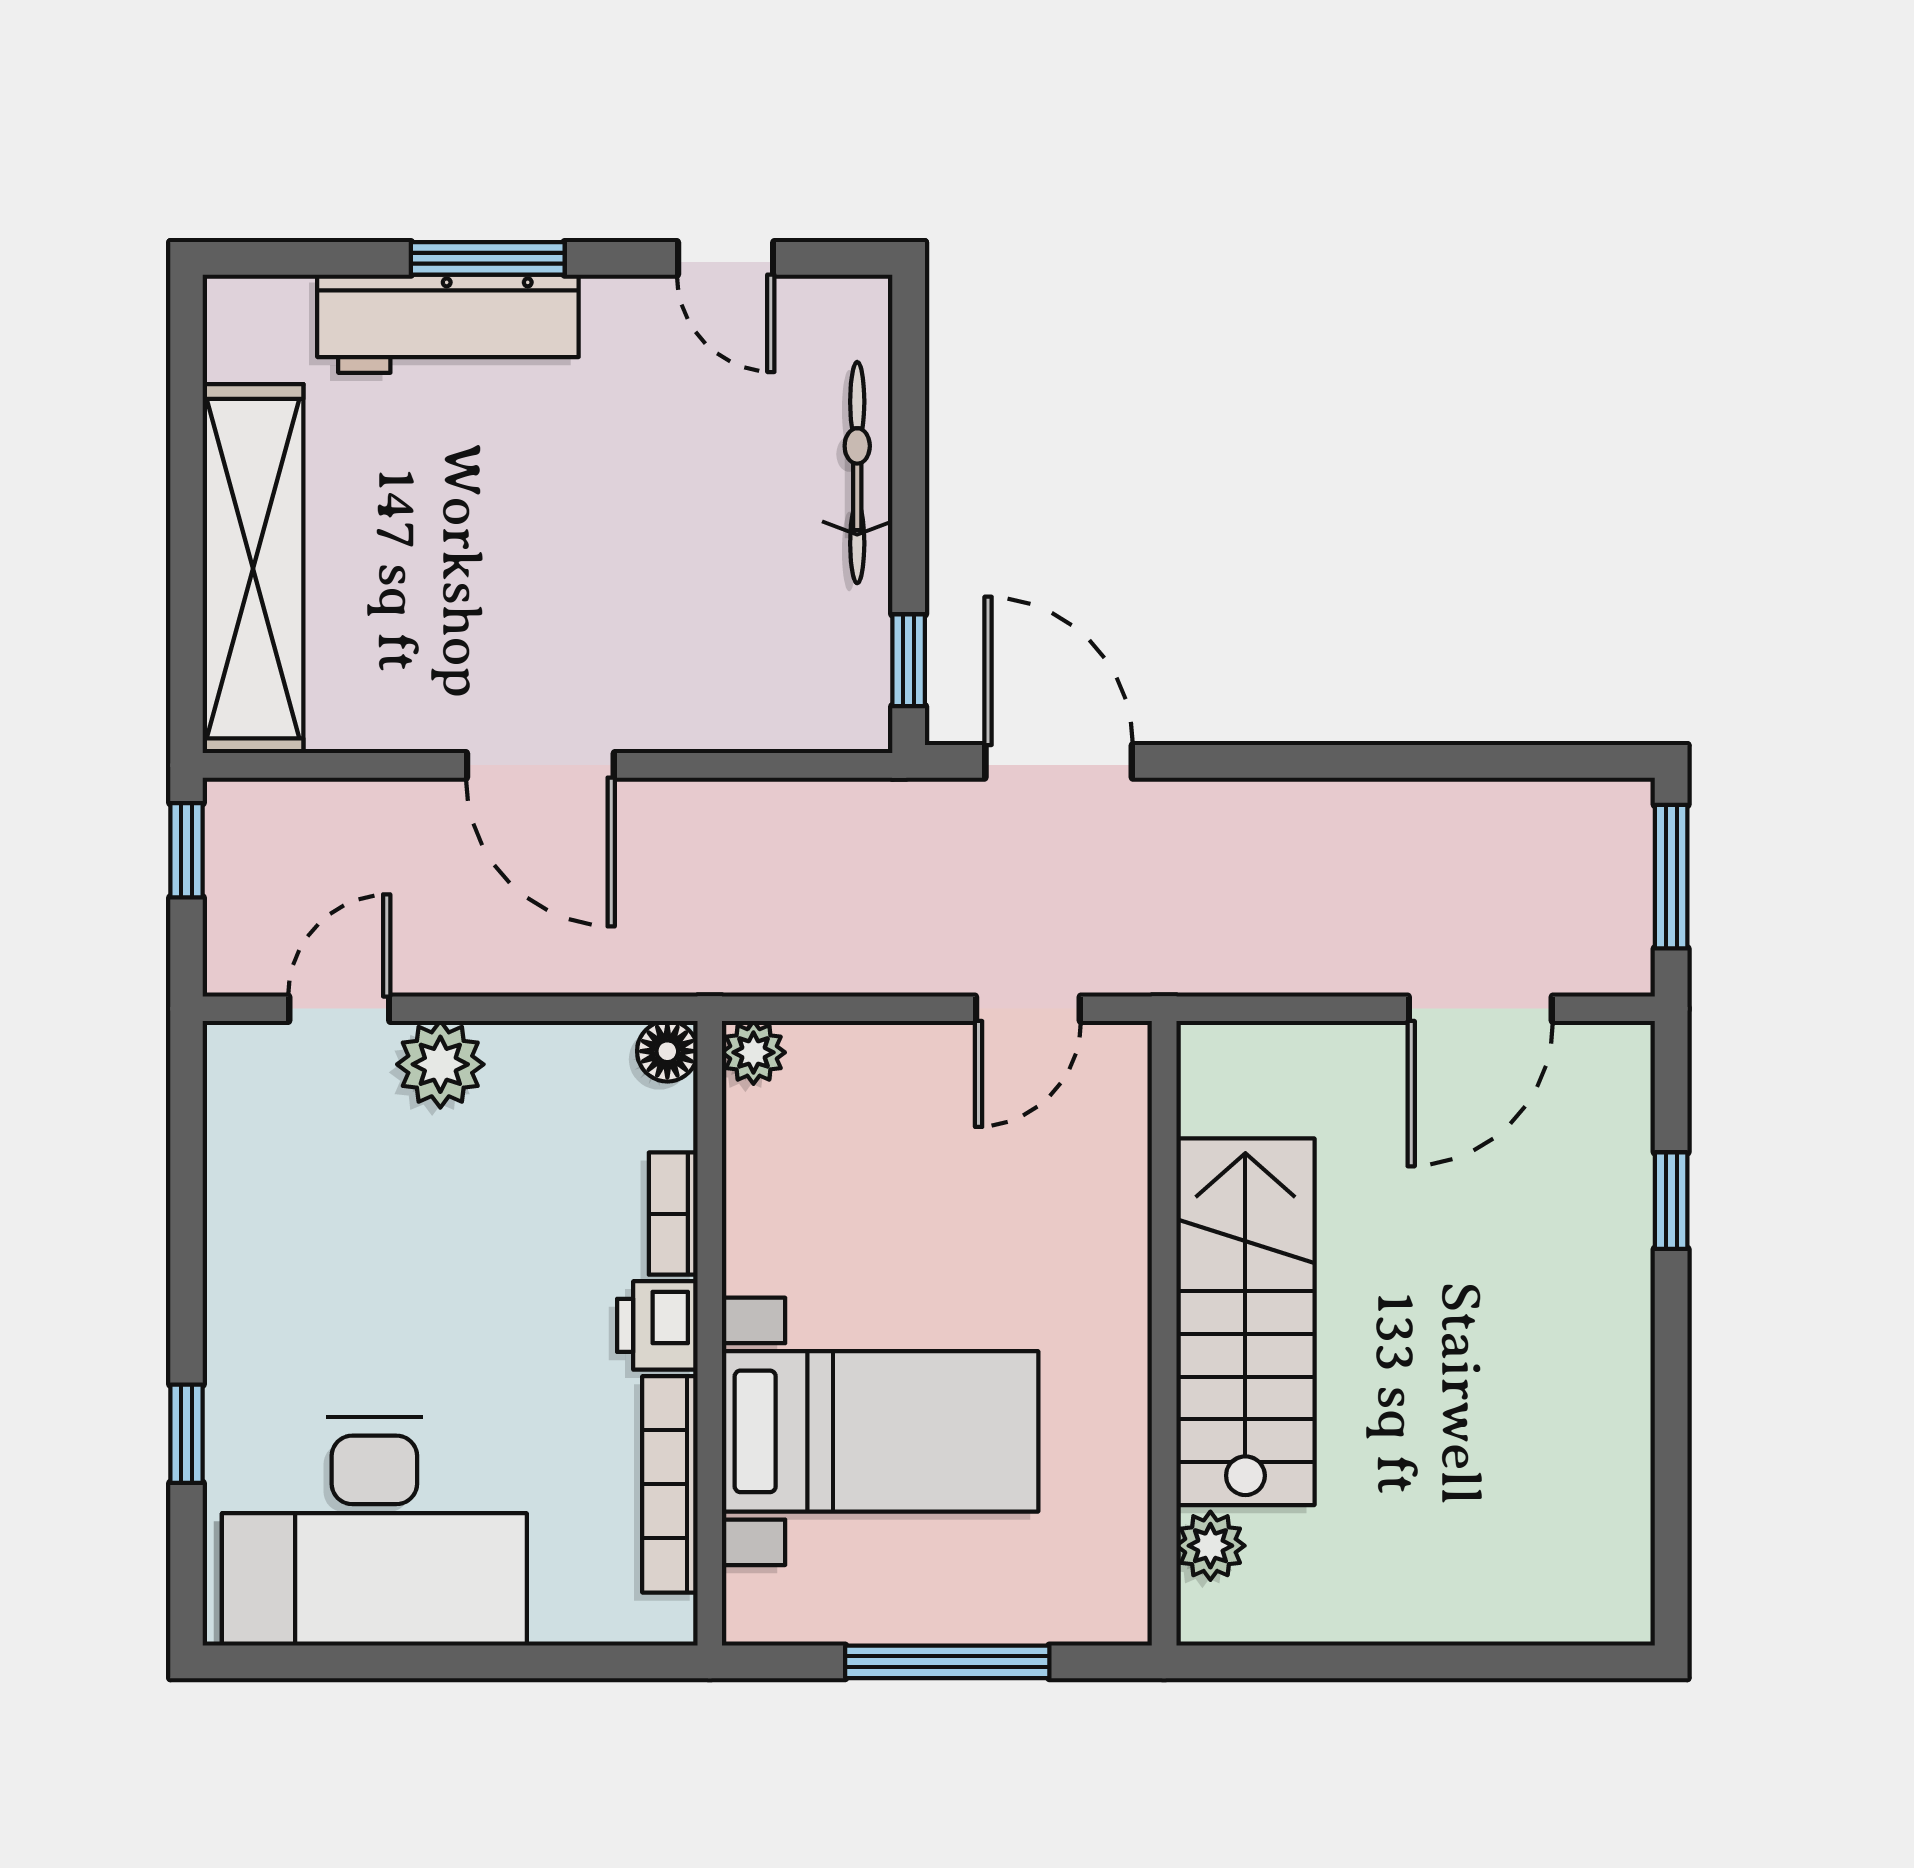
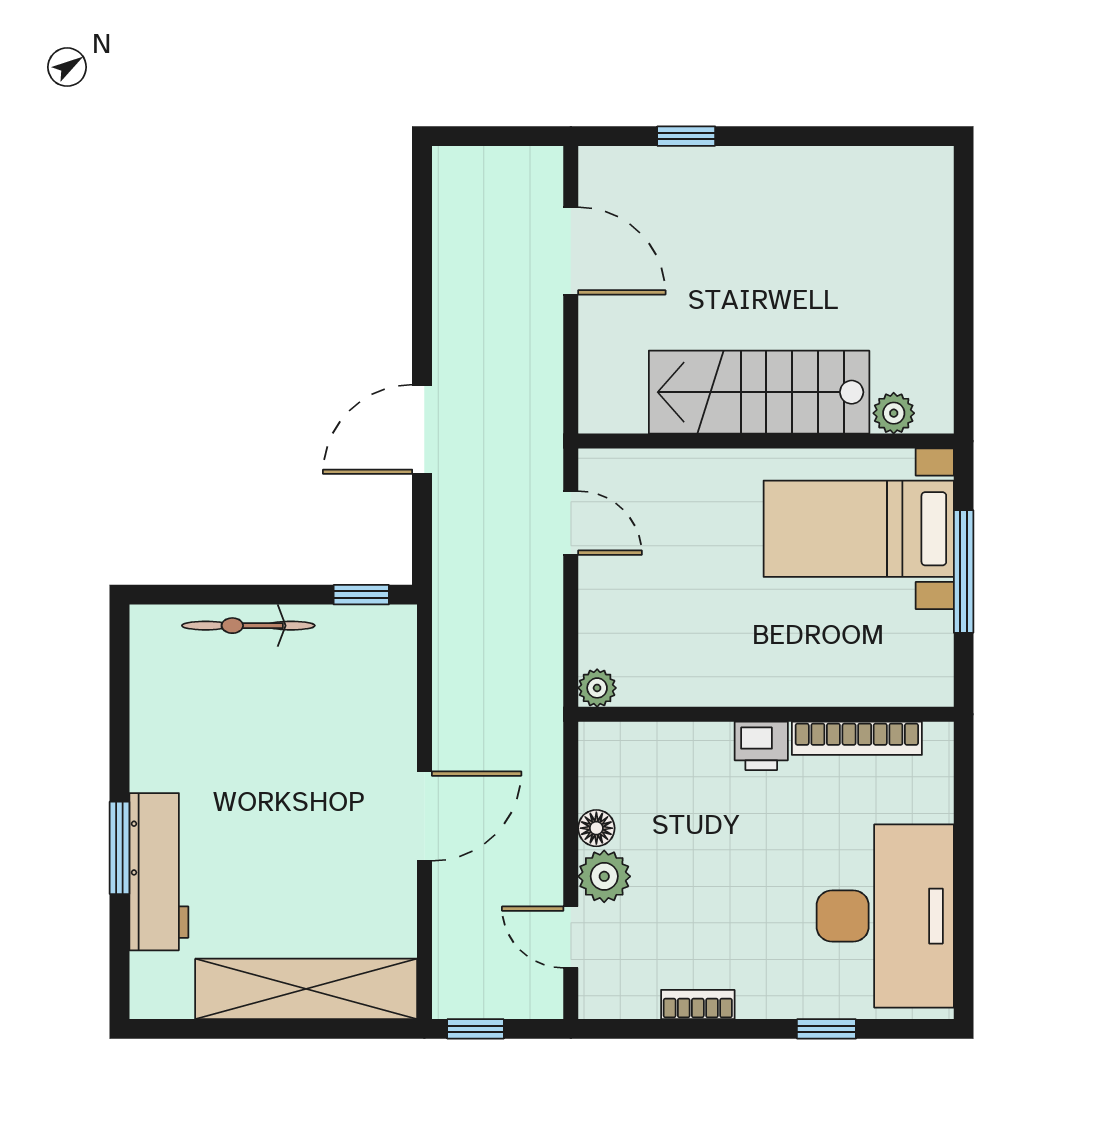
door: (726, 258) -> (119, 705), removed
door: (1059, 761) -> (422, 429), moved
window: (1671, 877) -> (491, 136), removed
floor lamp: (667, 1051) -> (596, 828), moved
bookcase: (673, 1214) -> (698, 1005), moved, turned 180
bed with nightstands: (880, 1431) -> (859, 529), moved, turned -90

